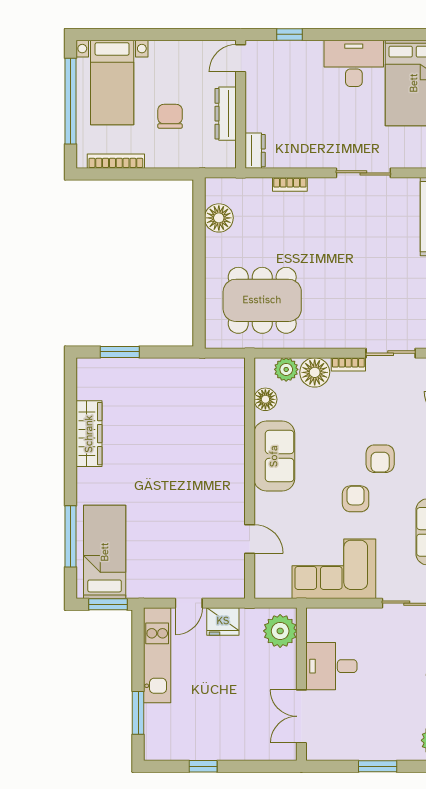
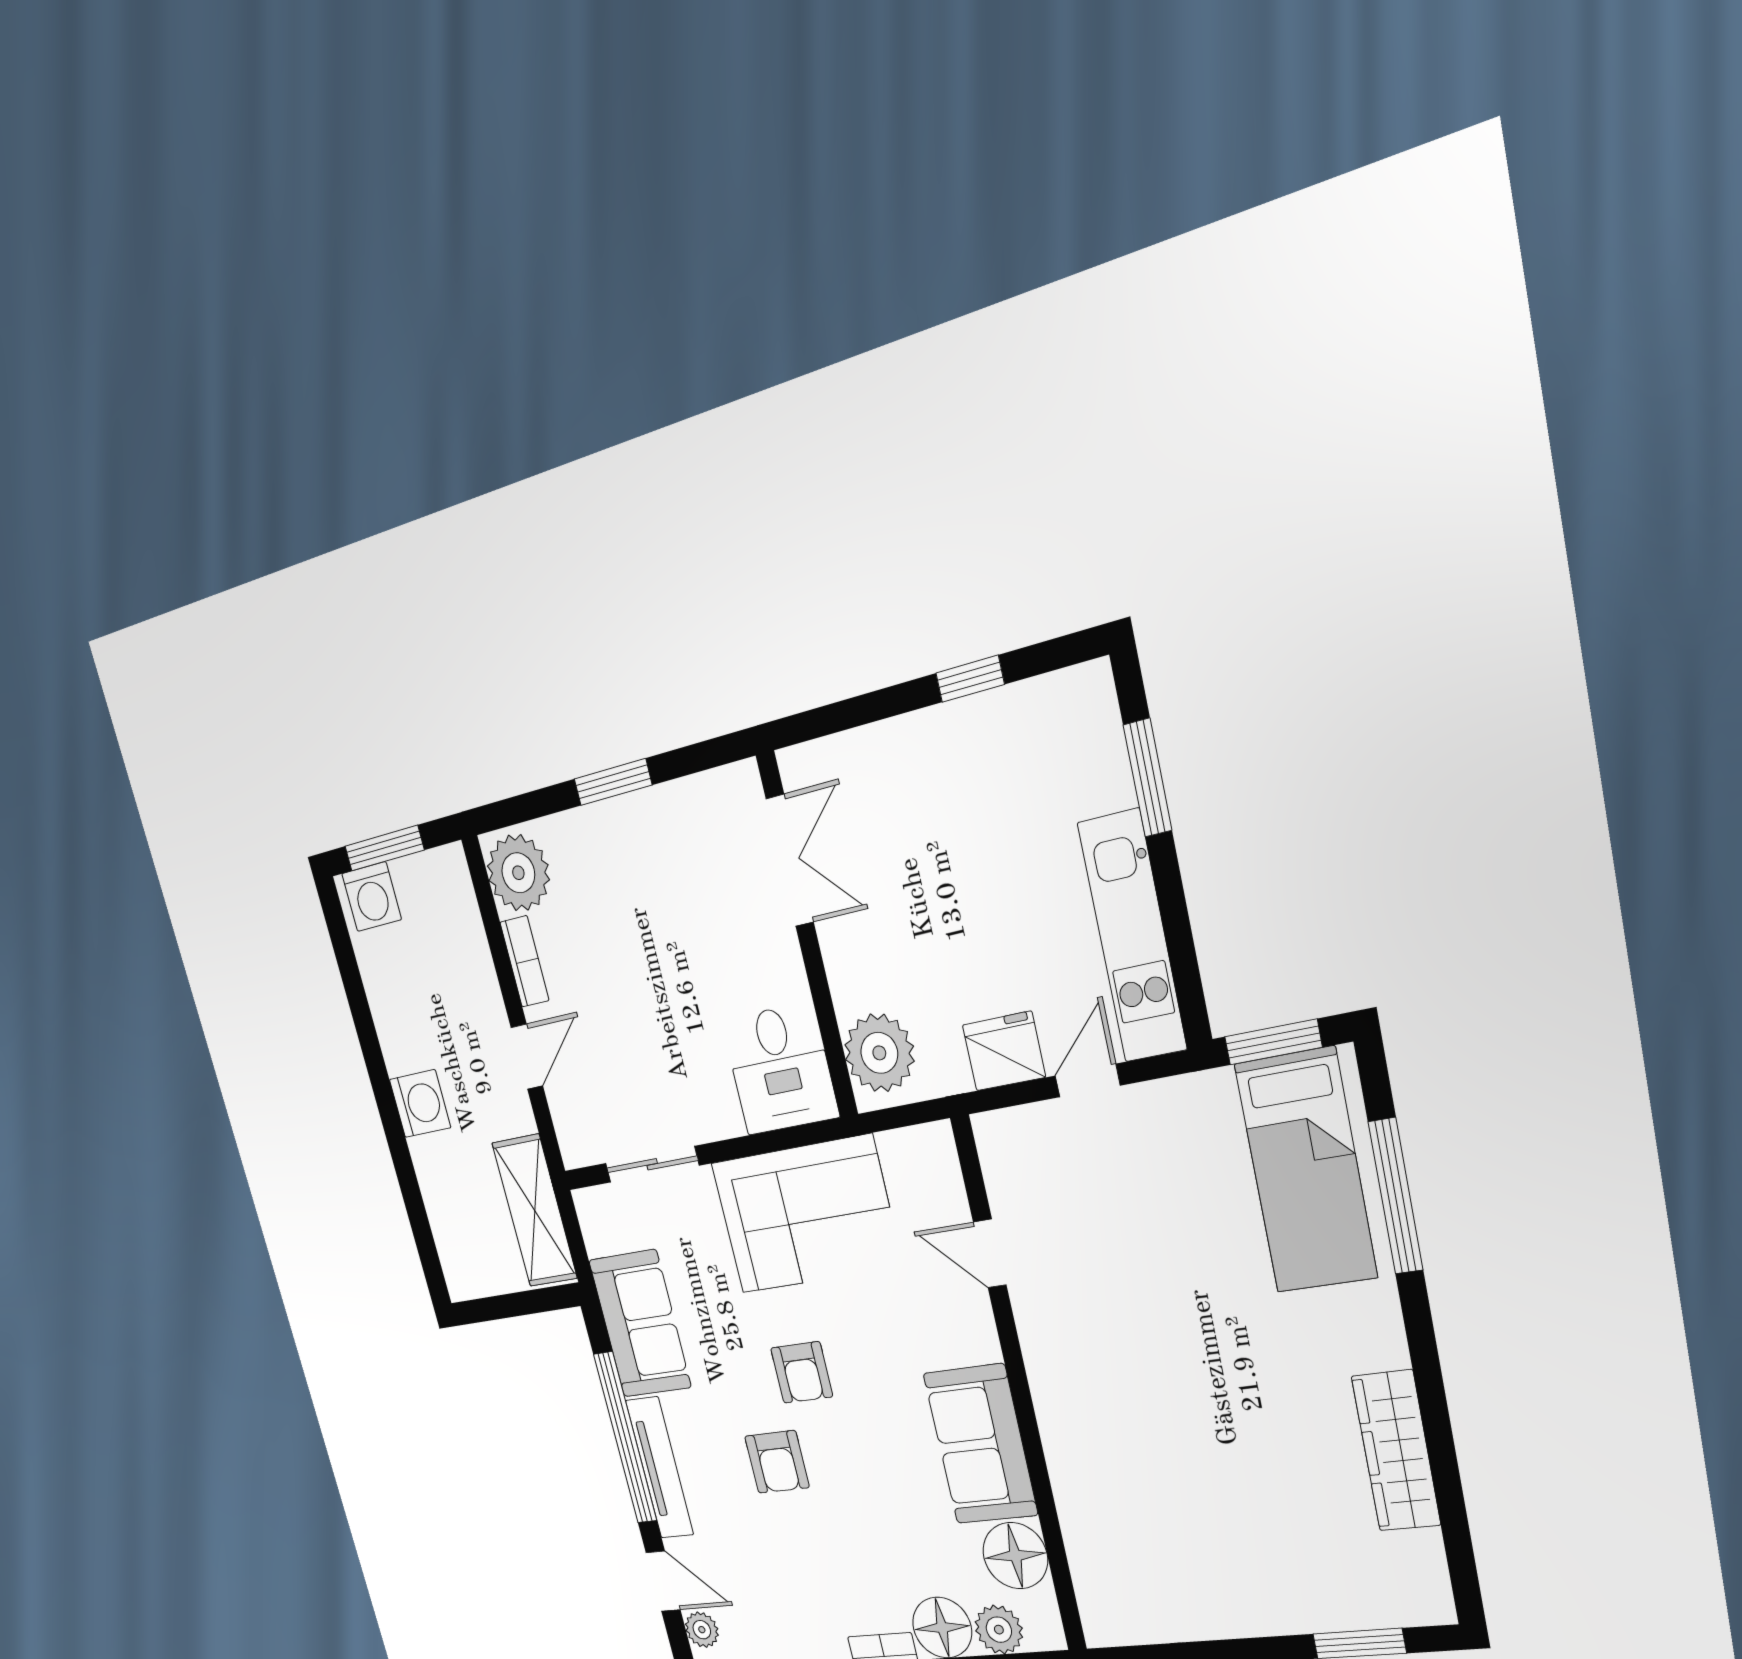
floor lamp: (265, 399) -> (1015, 1556), width x1.38, depth x1.38
armchair: (380, 459) -> (777, 1462), turned 180
desk: (331, 666) -> (780, 1069), moved, turned 90

